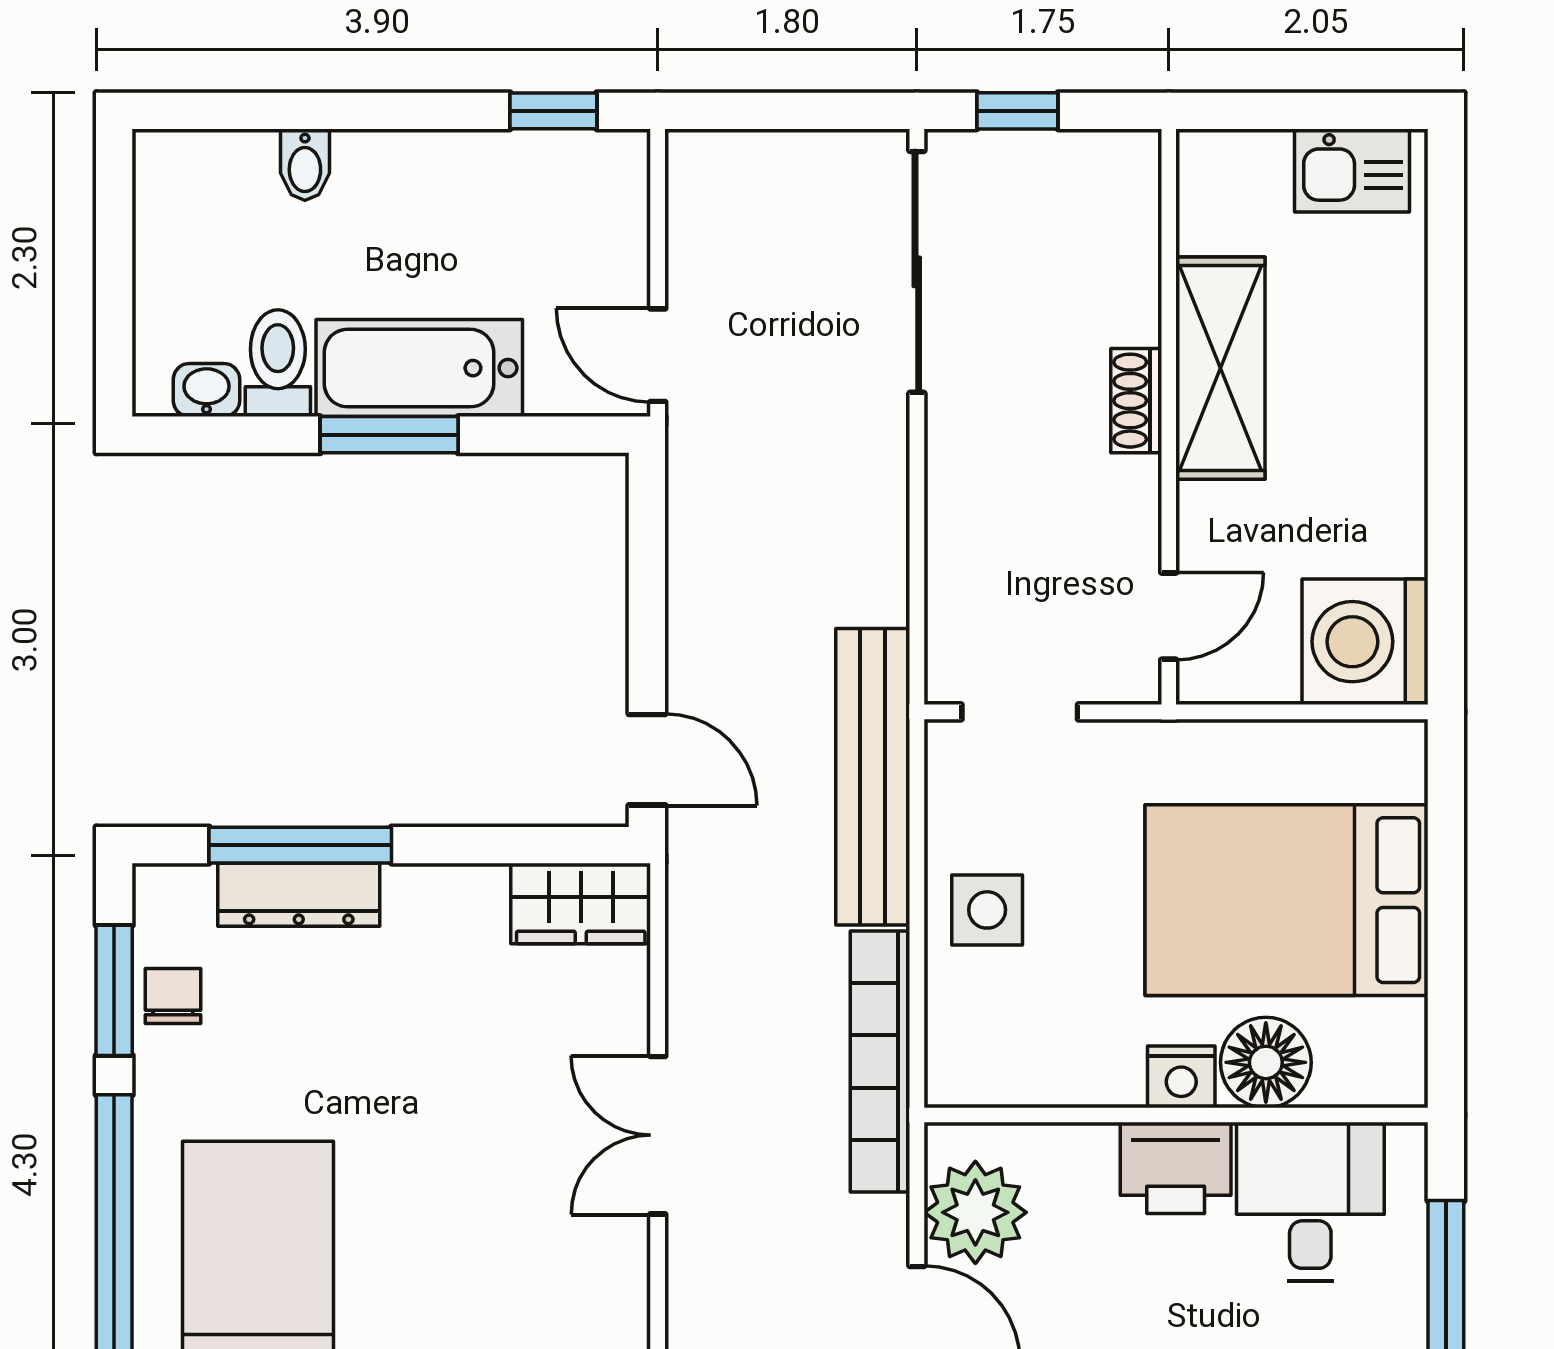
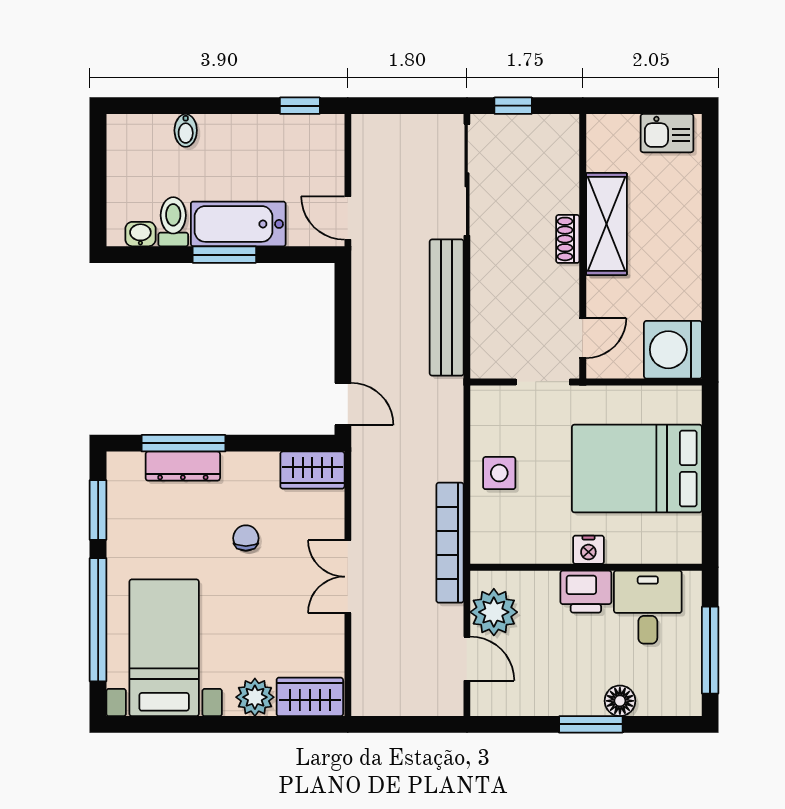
doorway: (1020, 712) -> (543, 382), moved
bench: (873, 777) -> (447, 308), moved
chair: (173, 996) -> (246, 538), moved
floor lamp: (1266, 1062) -> (627, 543), removed

